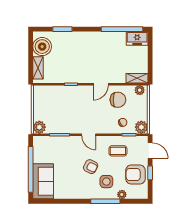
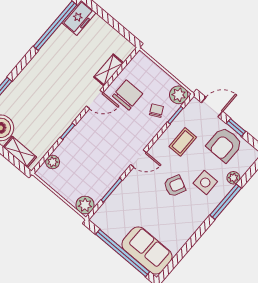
shelving: (137, 78) -> (109, 70), moved
door: (101, 84) -> (95, 99), hinge flipped
plant: (140, 90) -> (53, 162), moved

